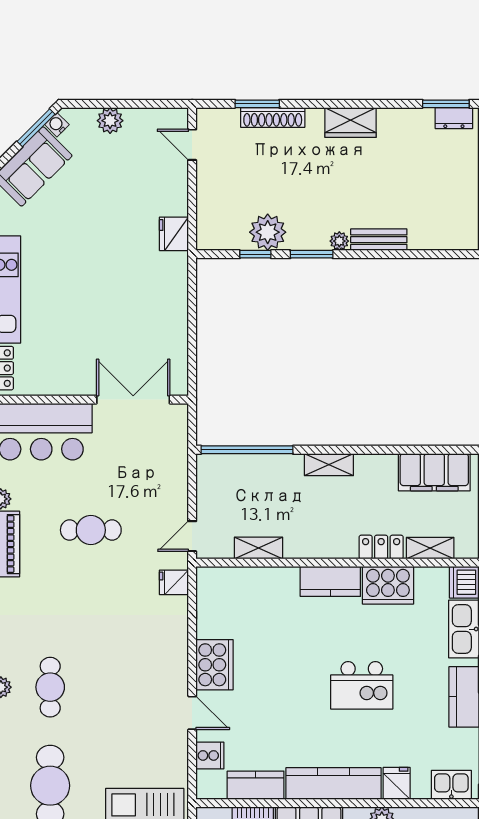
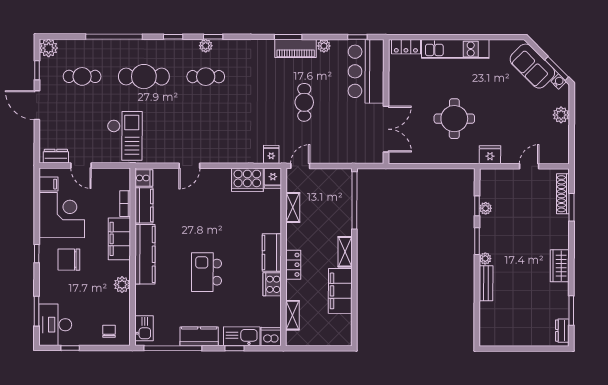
window: (446, 104) -> (571, 311), moved
shoe rack: (273, 117) -> (563, 194), moved
door: (192, 145) -> (529, 166), moved
plant: (268, 232) -> (486, 208), width x0.53, depth x0.53
round table: (116, 291) -> (454, 119), added
filing cabinet: (434, 472) -> (340, 291), moved
door: (192, 536) -> (300, 166), hinge flipped
locker: (381, 547) -> (293, 265), moved
cooker: (388, 585) -> (272, 284), width x0.73, depth x0.76
cooker: (215, 665) -> (247, 180), moved
cooker: (210, 755) -> (144, 178), moved, turned -90
fridge: (397, 783) -> (273, 178), moved, turned 90

